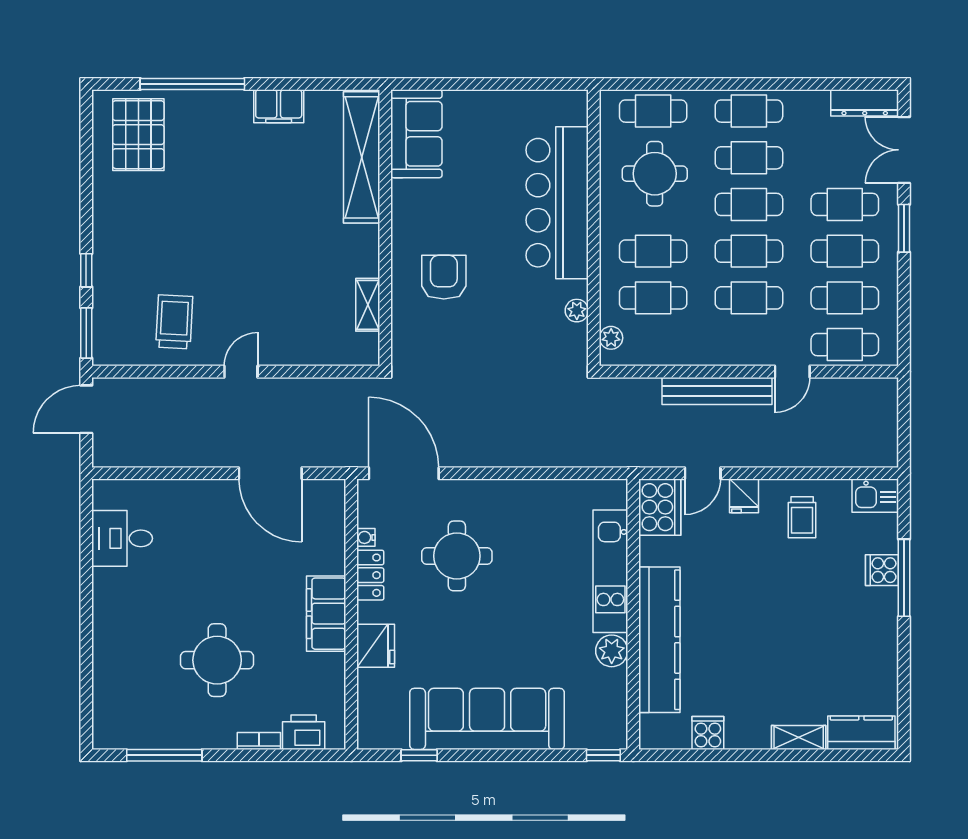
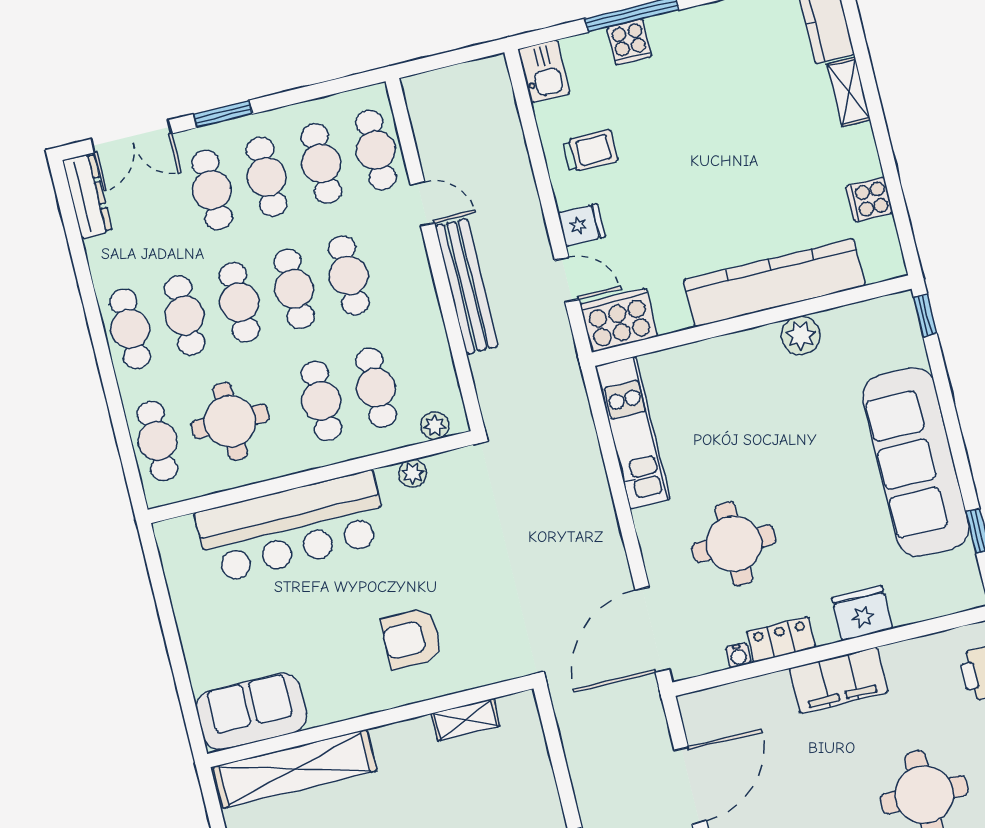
kitchen unit: (610, 571) -> (633, 433), moved, turned -90

